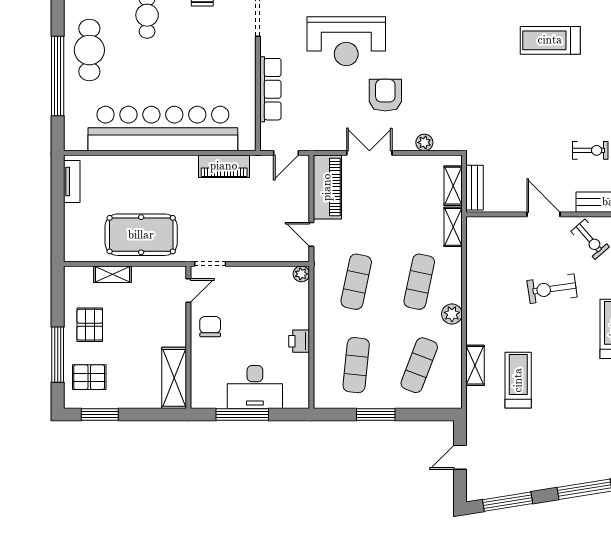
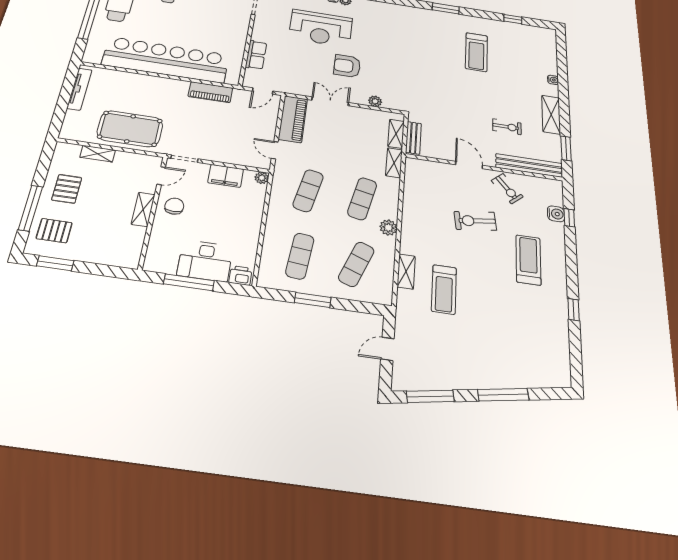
treadmill: (550, 40) -> (476, 52), turned -90
row of seats: (270, 89) -> (256, 55), width x0.68
armchair: (385, 95) -> (347, 66), turned -90
tv unit: (72, 182) -> (79, 89), width x1.41
filing cabinet: (260, 278) -> (226, 176), added
printer: (299, 341) -> (240, 276), moved, turned 90
shelving: (174, 378) -> (143, 209), moved, width x0.67, depth x0.75
treadmill: (518, 380) -> (444, 289), turned 180

